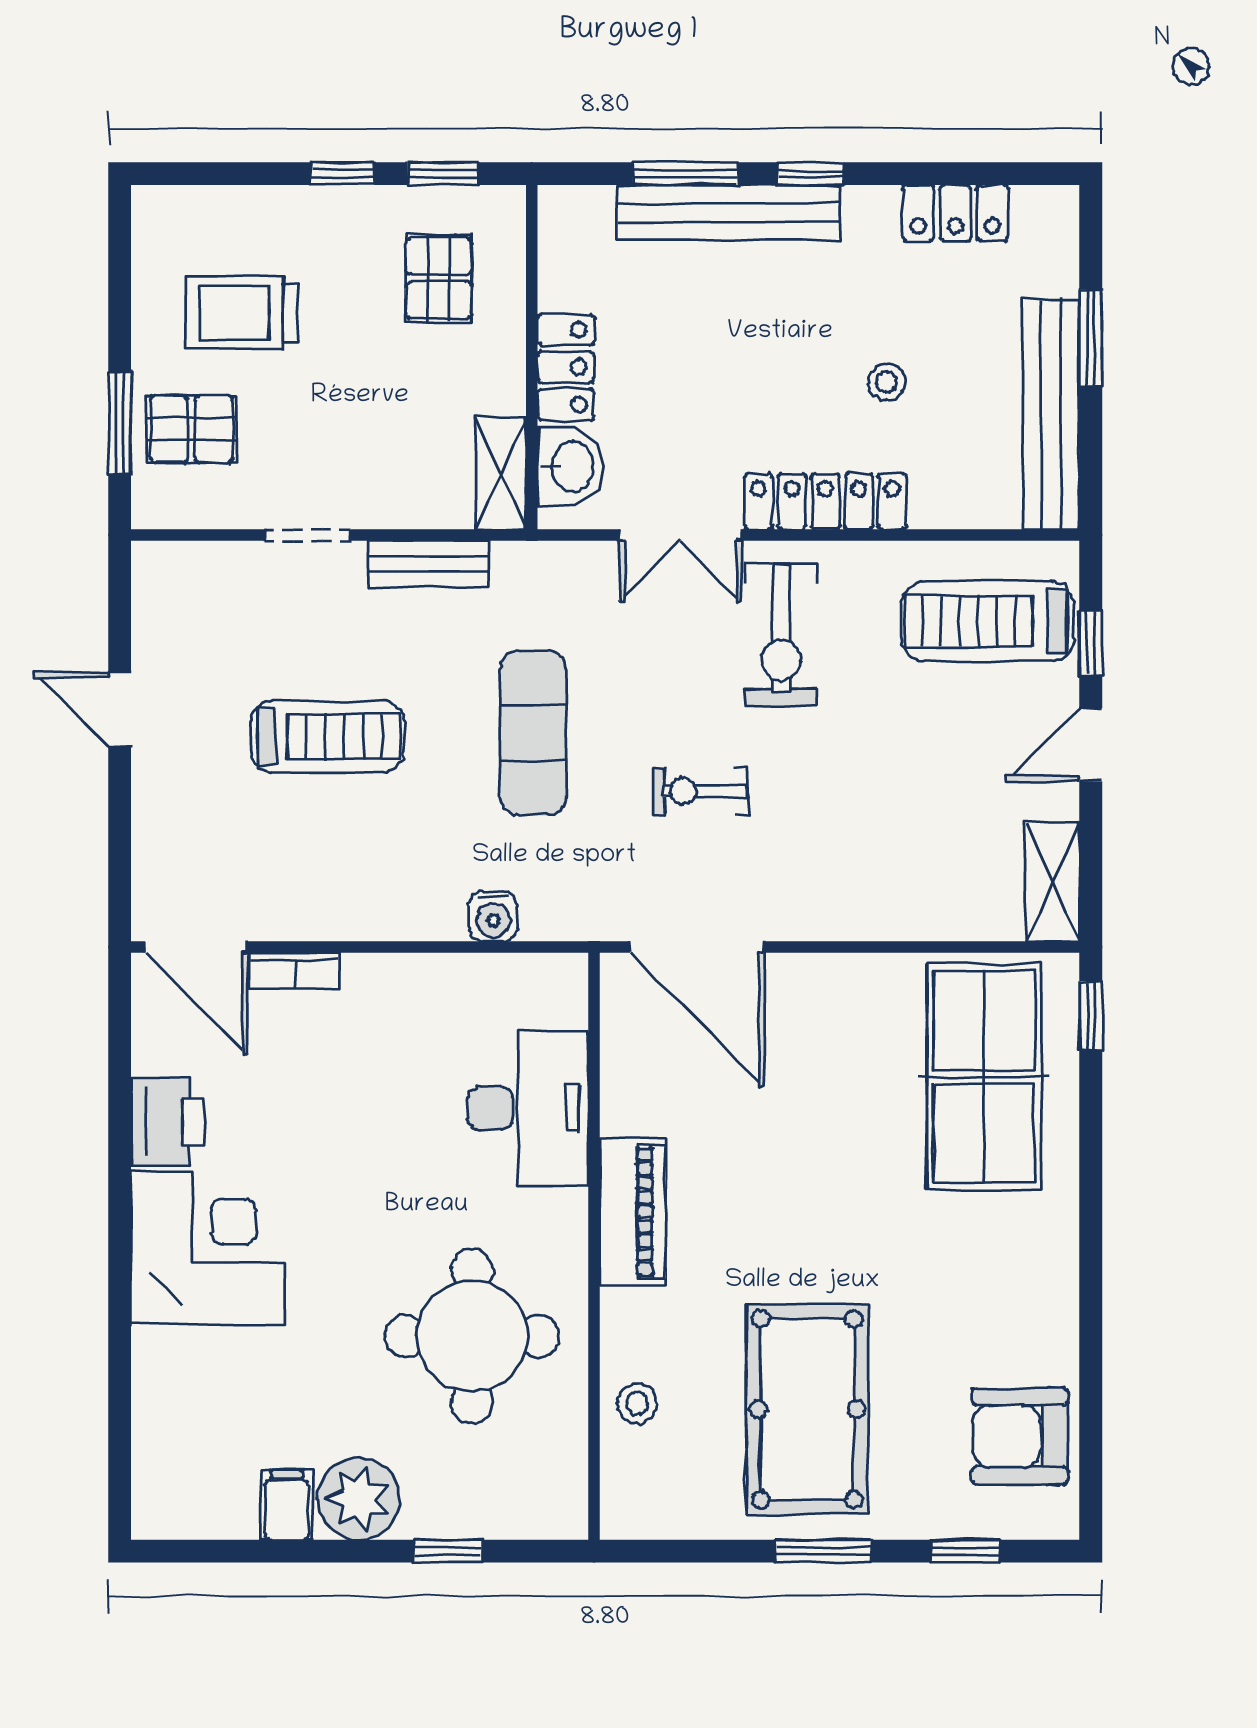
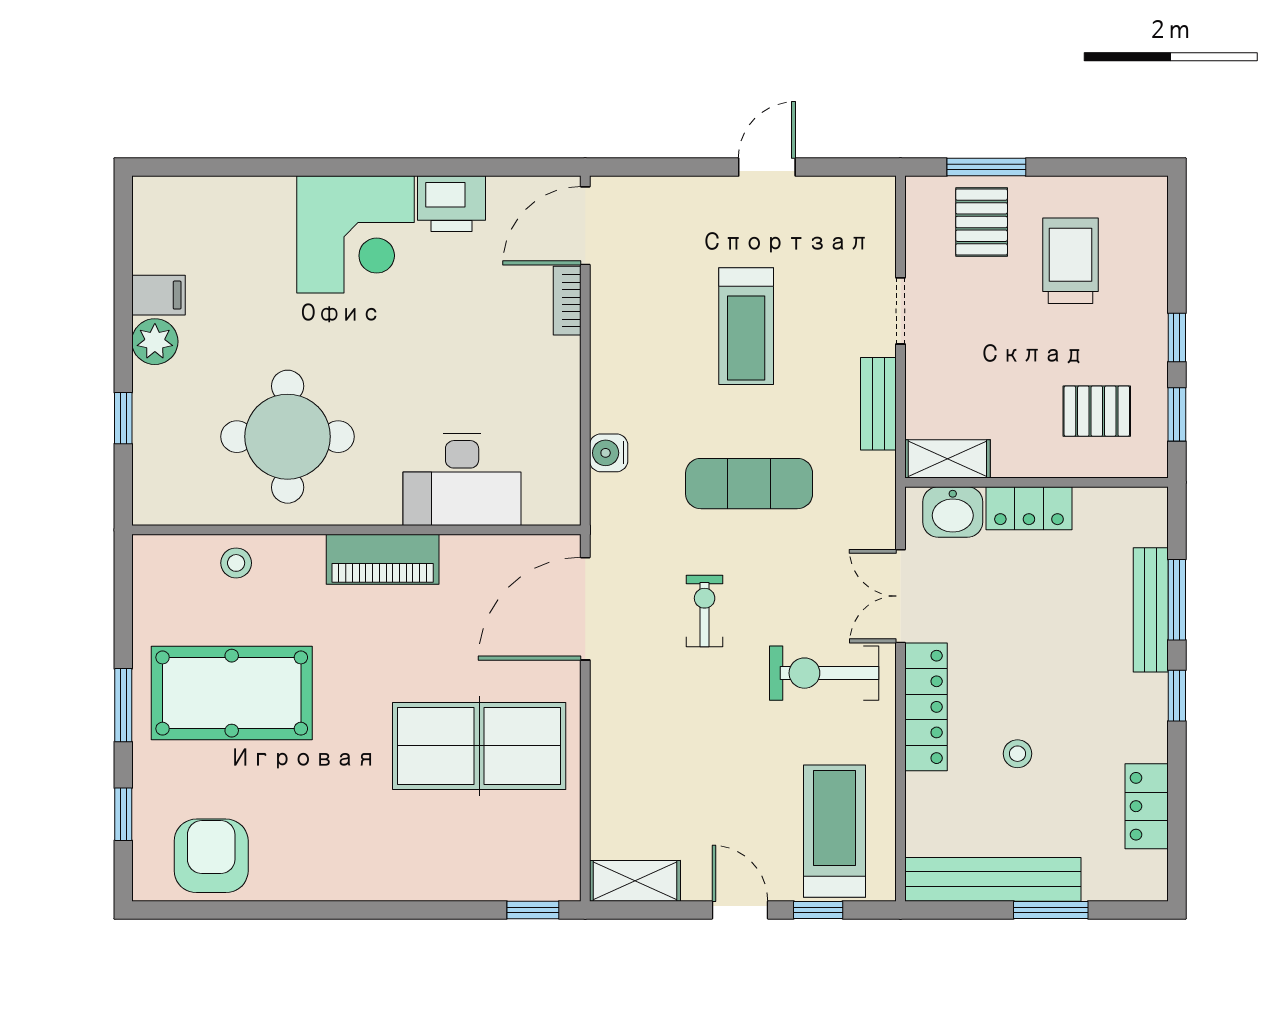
bench: (728, 213) -> (1151, 610), width x0.73, depth x0.82
table tennis table: (984, 1077) -> (479, 746), moved
plant: (359, 1499) -> (155, 342), width x0.73, depth x0.73

